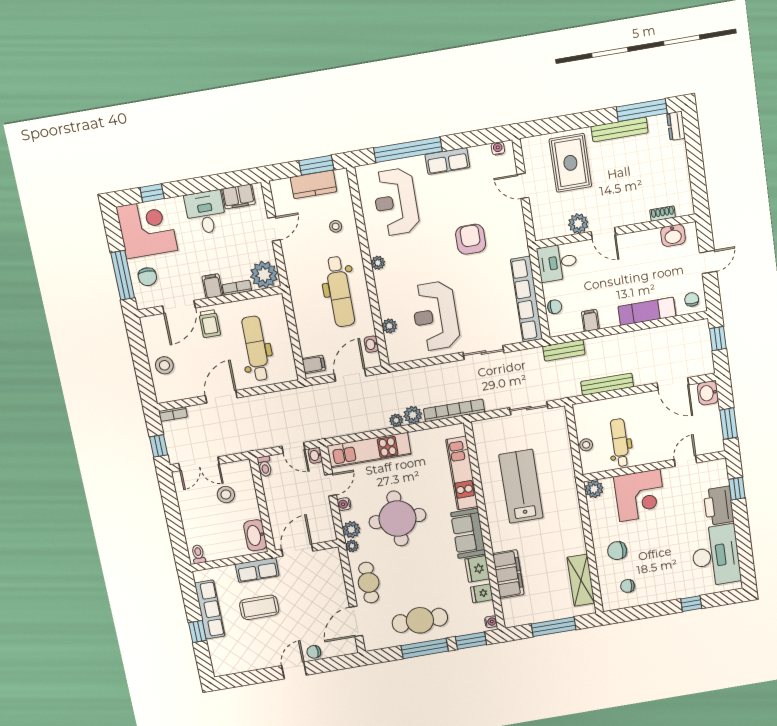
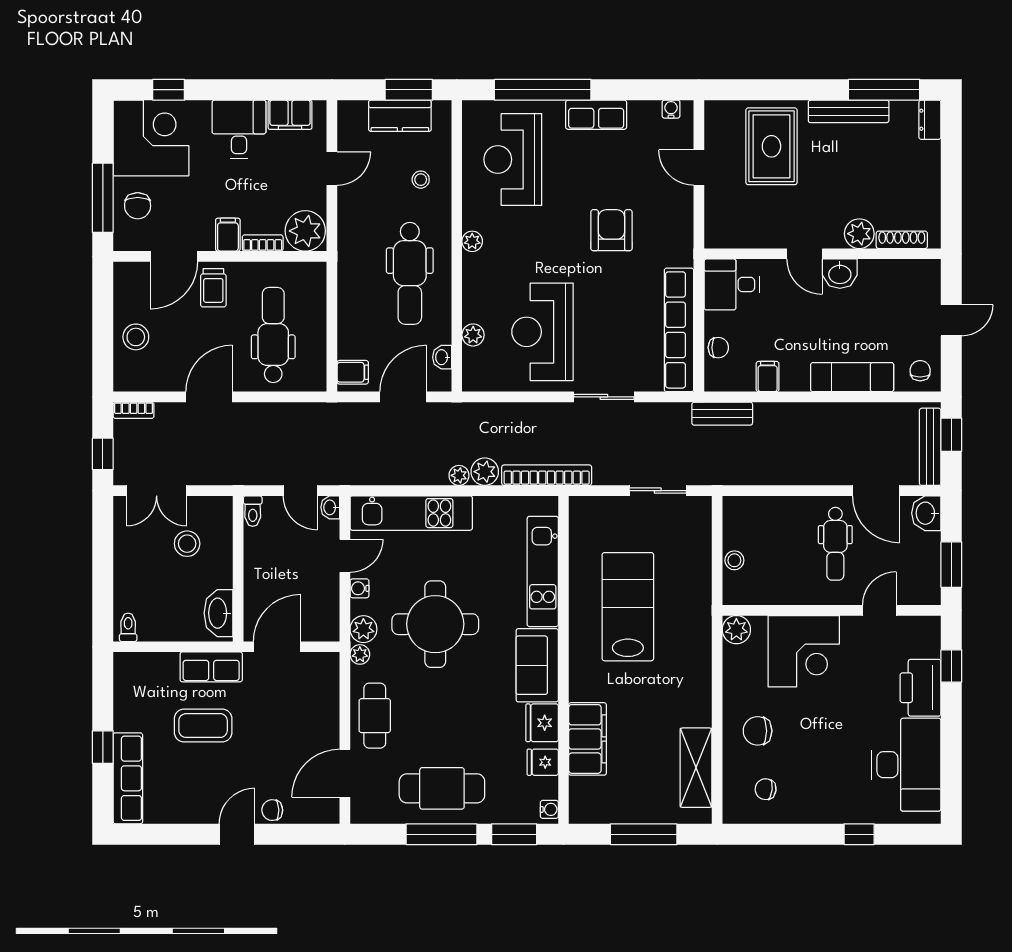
shoe rack: (663, 214) -> (902, 240), width x1.43
plant: (578, 223) -> (859, 234), moved
washbasin: (673, 235) -> (840, 274), moved
bench: (607, 384) -> (930, 447), moved, turned 90
dental chair: (620, 443) -> (835, 544), moved, turned 180
row of seats: (210, 610) -> (128, 778), moved

